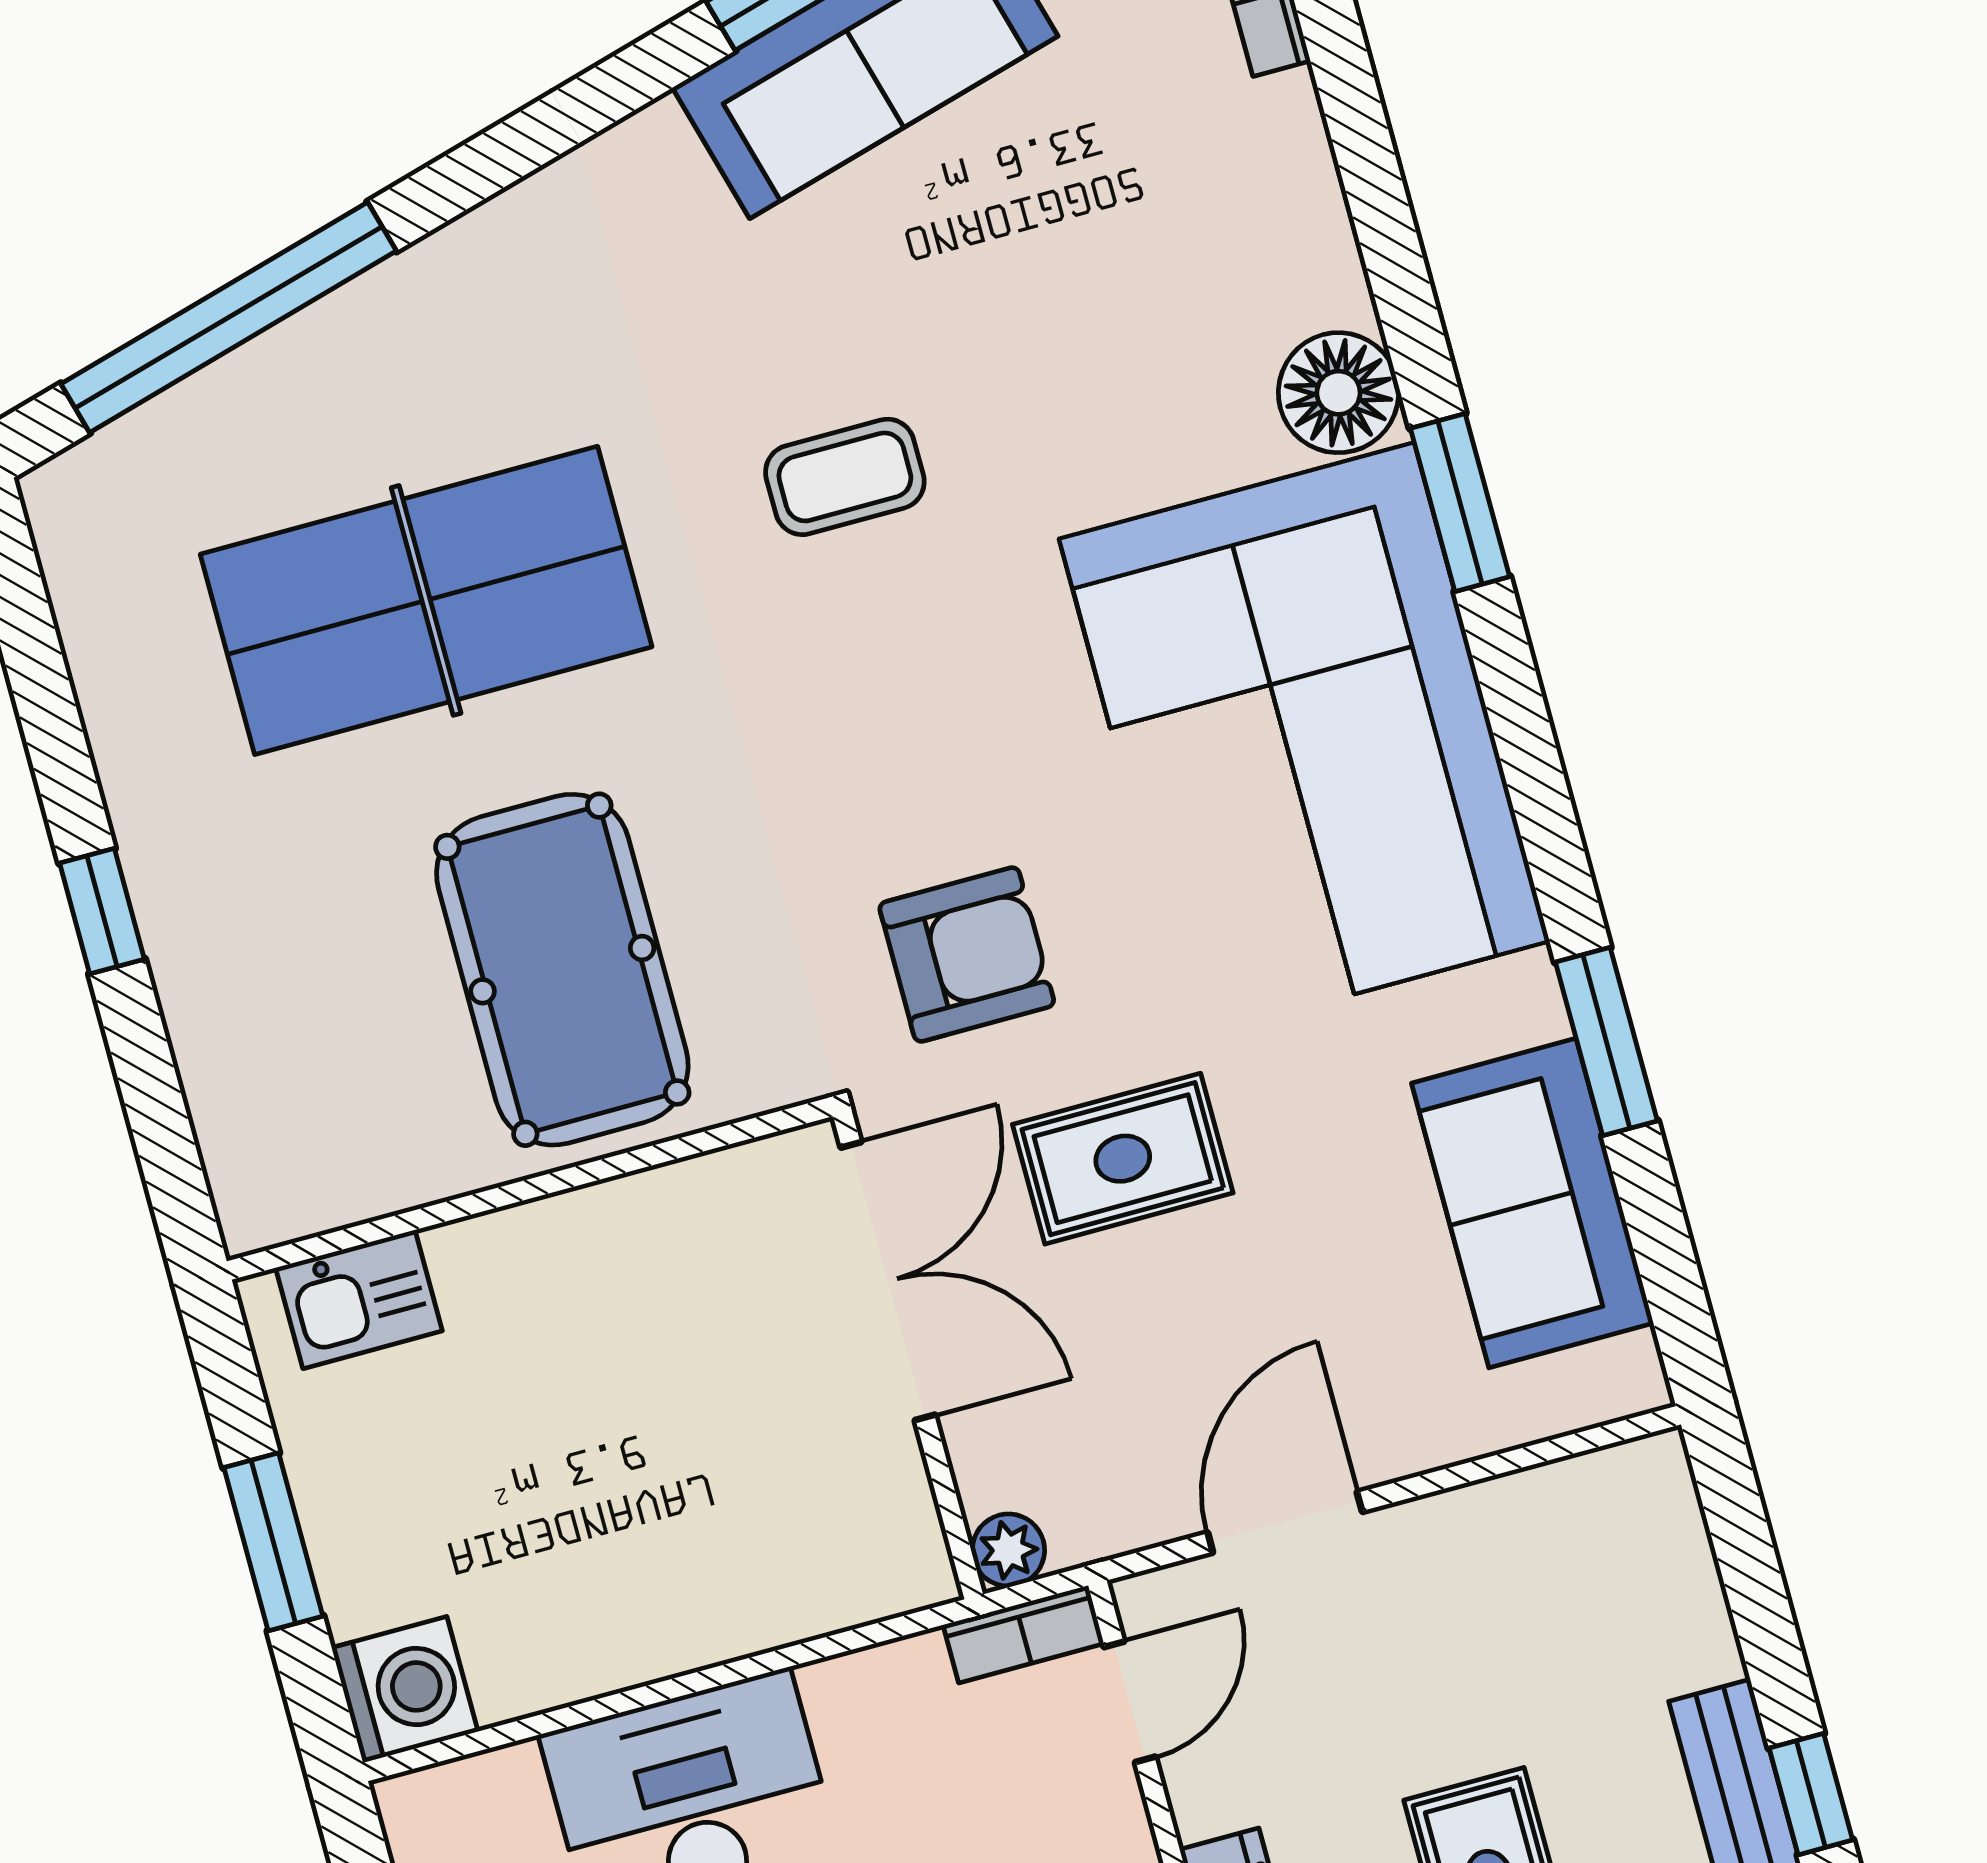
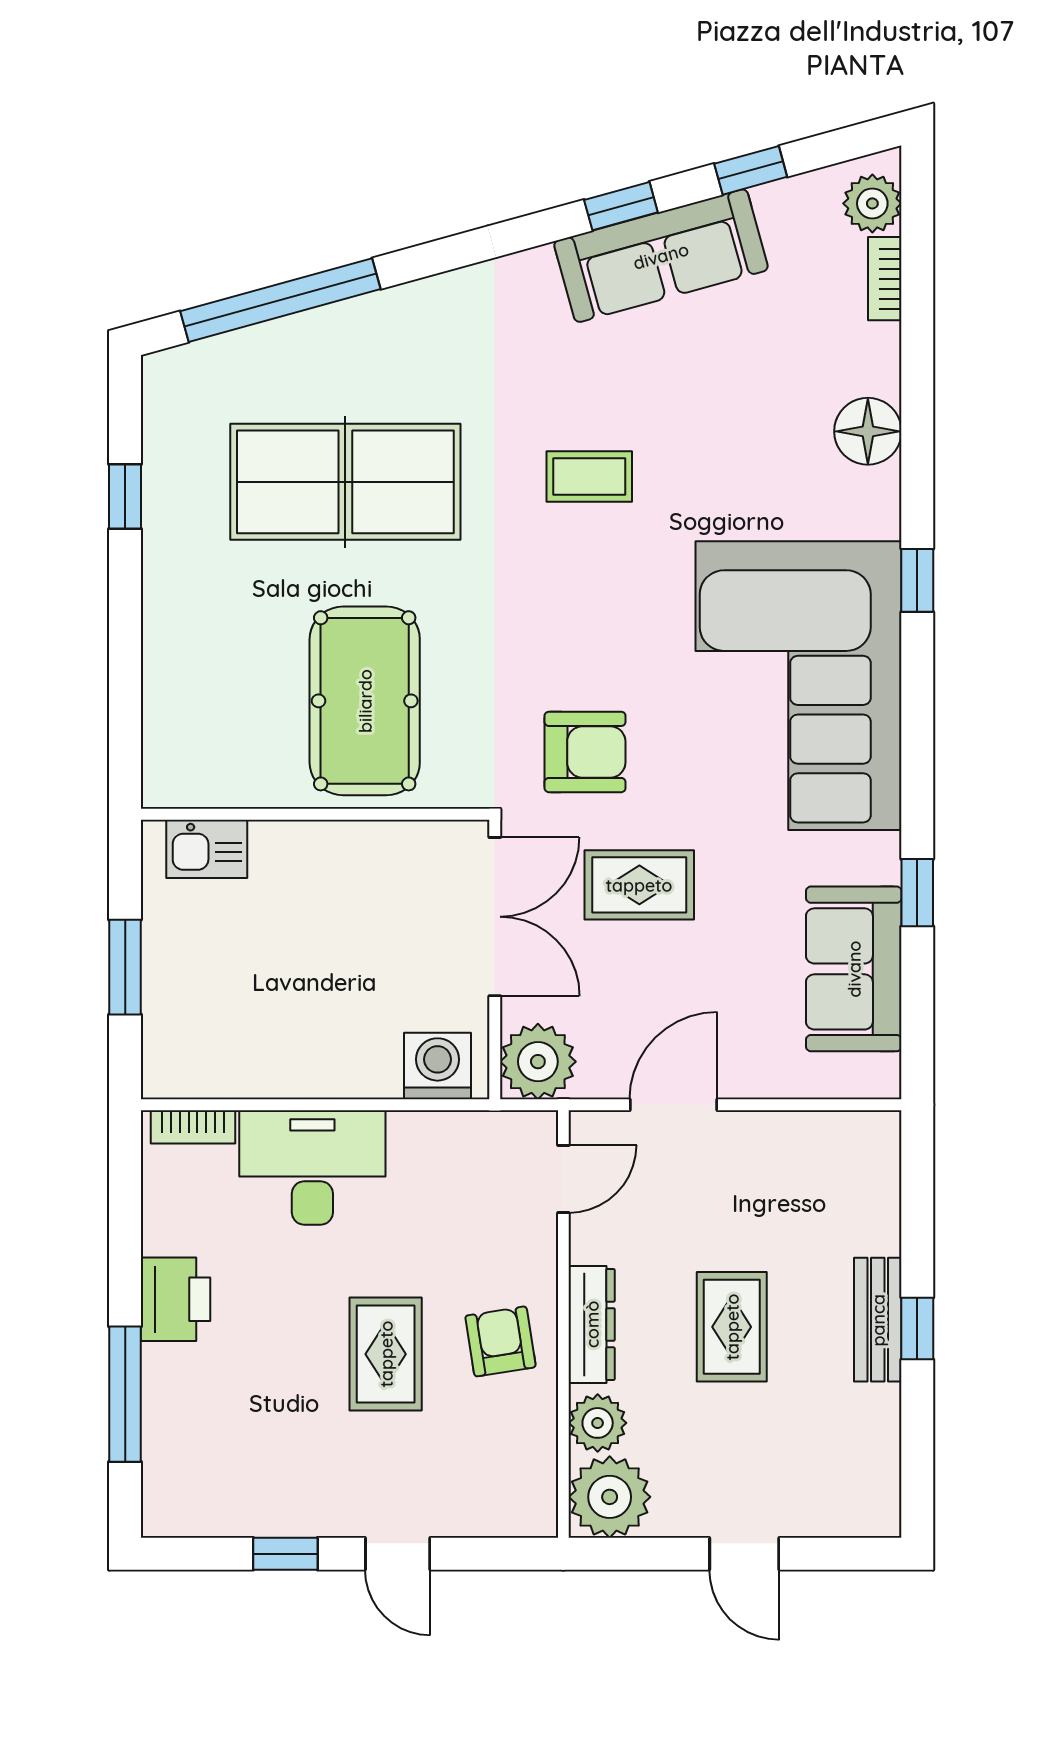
floor lamp: (1338, 393) -> (868, 431), moved
window: (1460, 503) -> (917, 580), width x0.67
window: (102, 911) -> (125, 496), moved
window: (1606, 1042) -> (917, 893), width x0.67
plant: (1008, 1550) -> (538, 1062), width x1.87, depth x1.87
bookcase: (1023, 1634) -> (193, 1127), moved
washing machine: (405, 1690) -> (437, 1066), moved, turned -90

